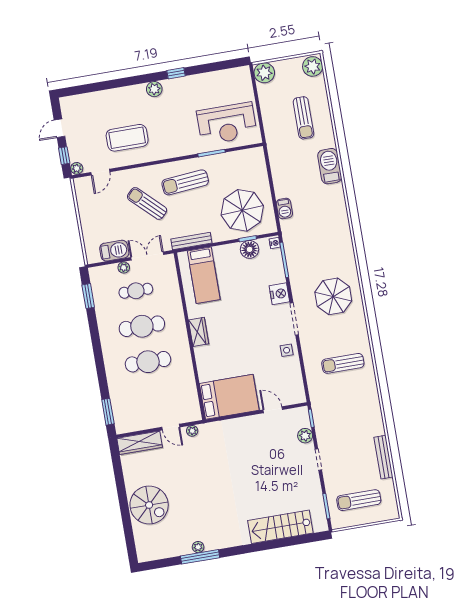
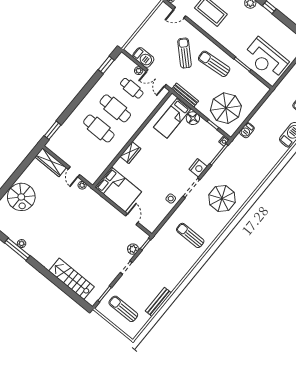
floor lamp: (250, 249) -> (193, 118), moved
double door: (147, 256) -> (156, 78), swing flipped
wardrobe: (199, 332) -> (130, 153), moved

